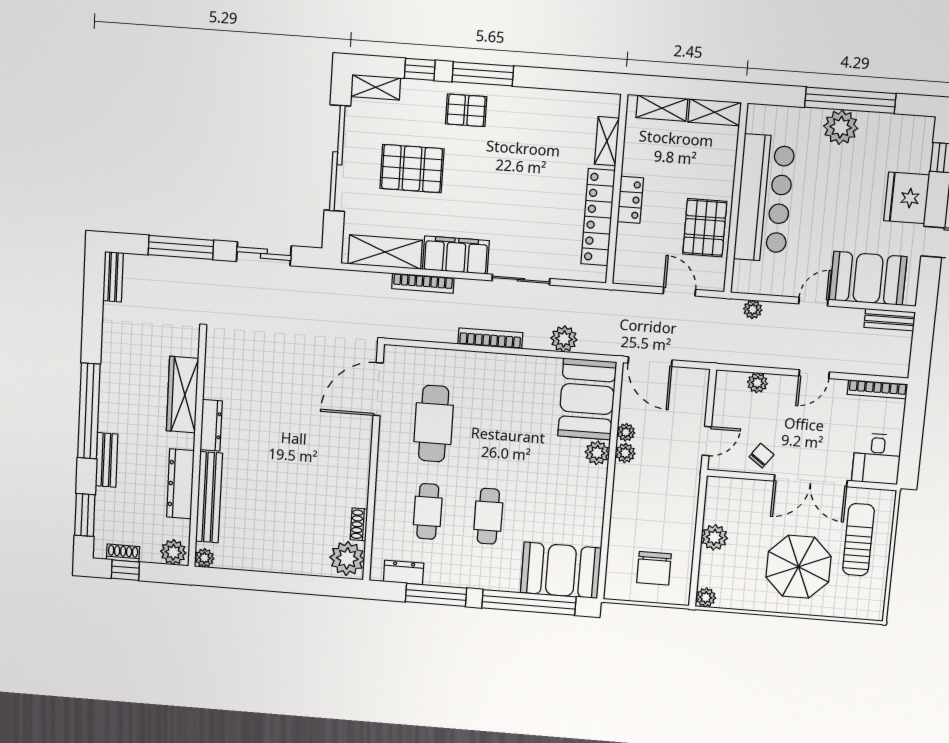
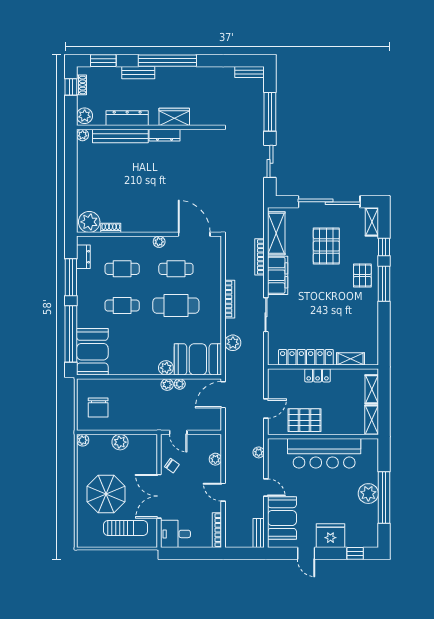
wardrobe: (183, 395) -> (174, 117), width x0.67
cafe table: (434, 424) -> (176, 269), width x0.73, depth x0.74
cafe table: (495, 428) -> (176, 306), added
plant: (387, 448) -> (159, 242), added
chair: (654, 568) -> (98, 408), turned -90

